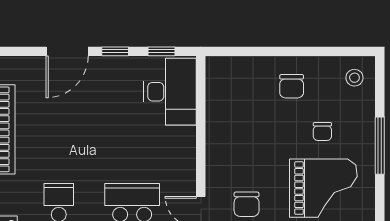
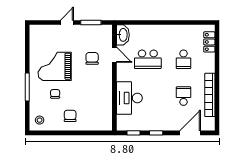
door: (67, 51) -> (190, 133), moved
desk: (170, 92) -> (129, 98), moved
school desk: (59, 127) -> (184, 96), added

